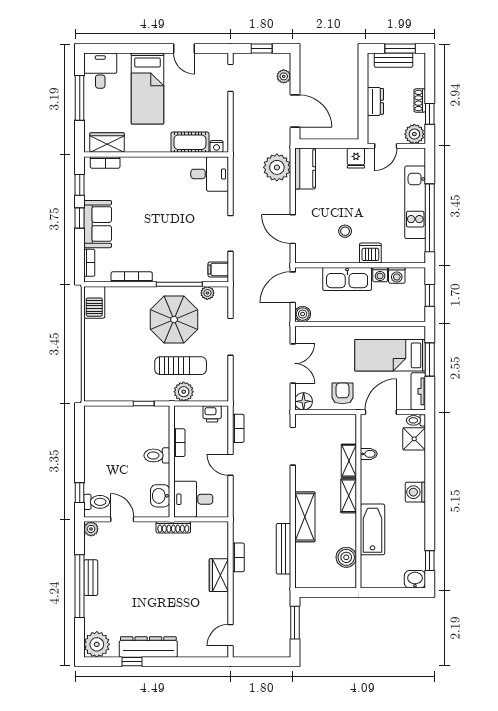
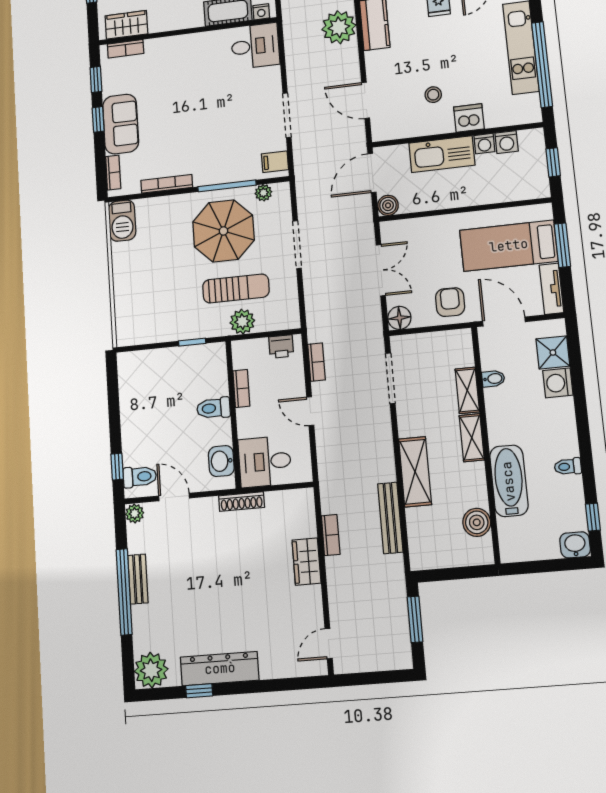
door: (381, 412) -> (504, 321), hinge flipped
toilet: (416, 420) -> (568, 467), moved
washing machine: (415, 492) -> (558, 383), moved

